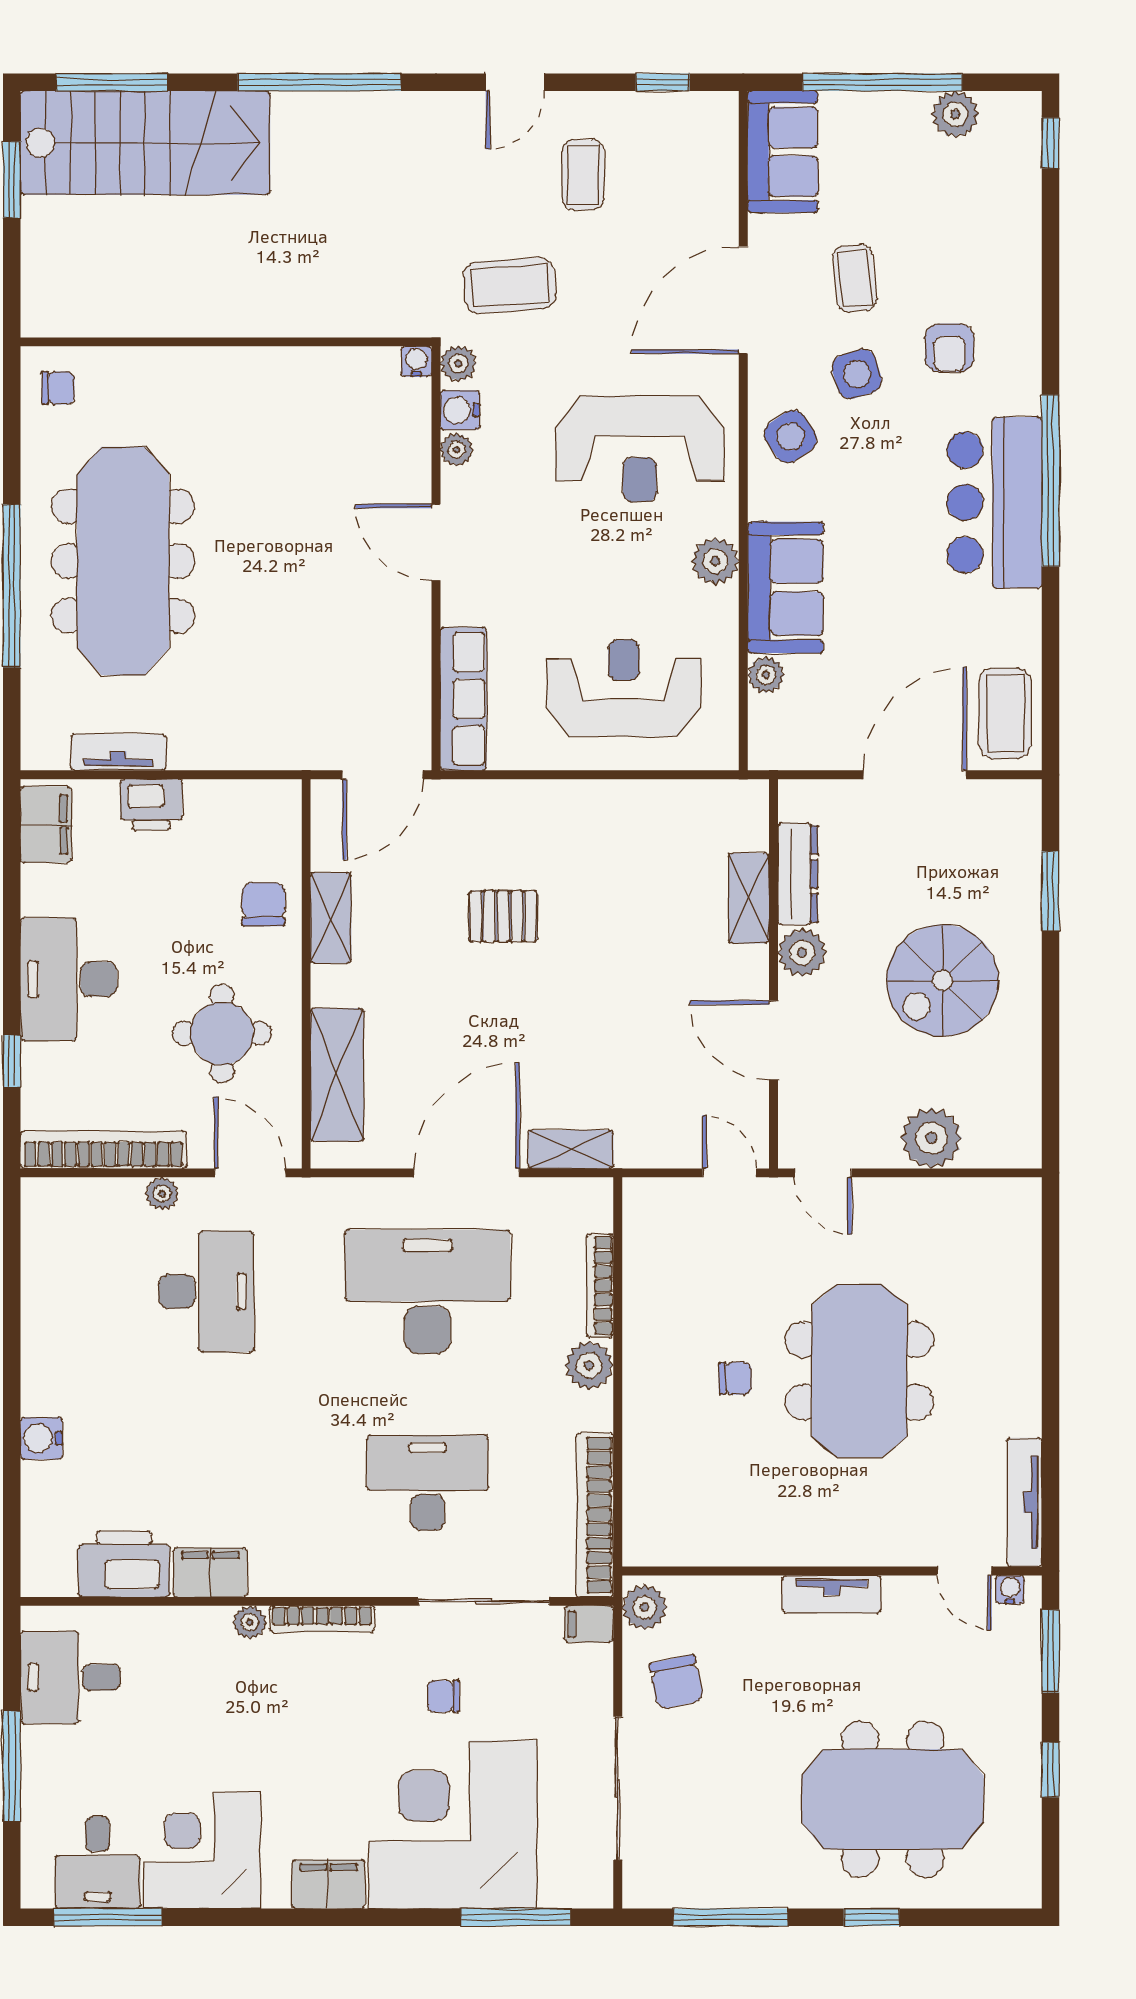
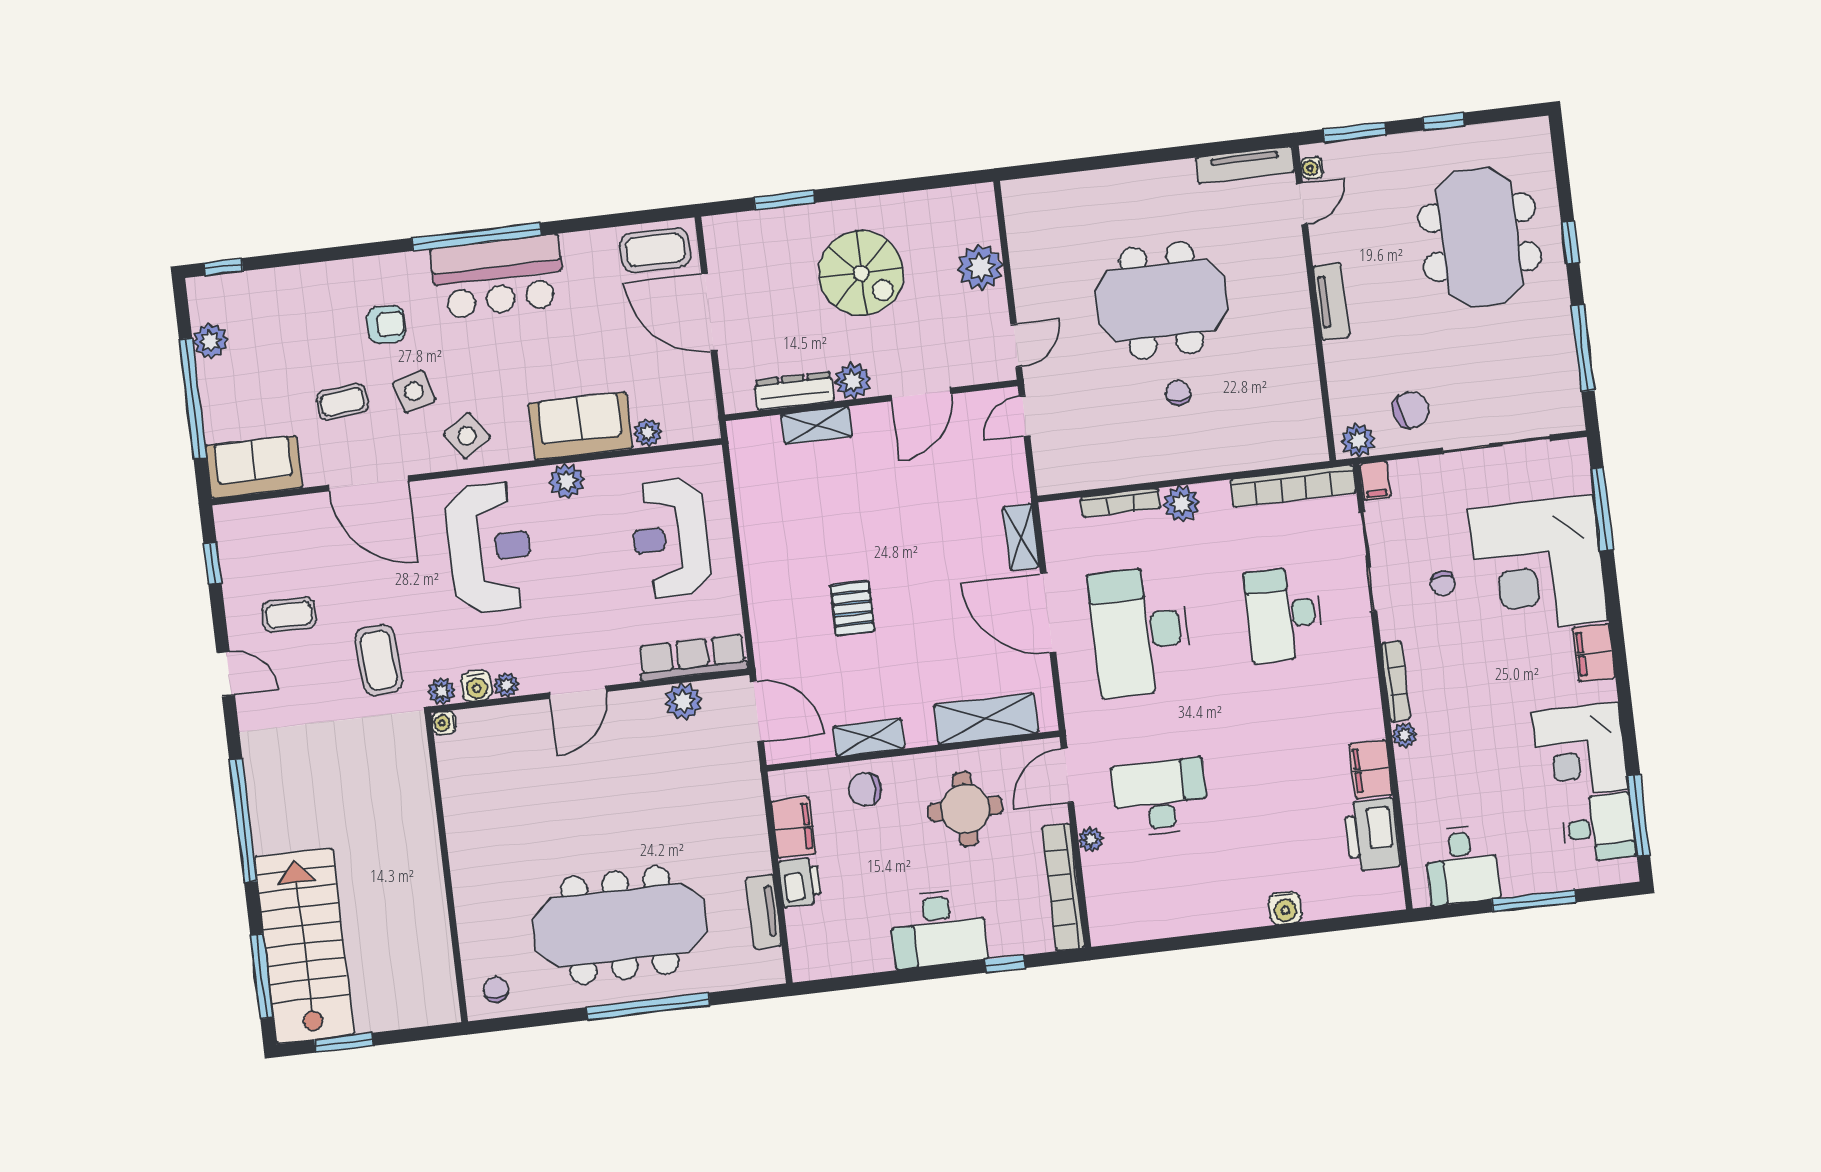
plant: (407, 680) -> (683, 701), added
filing cabinet: (46, 825) -> (793, 828), moved, turned 90

